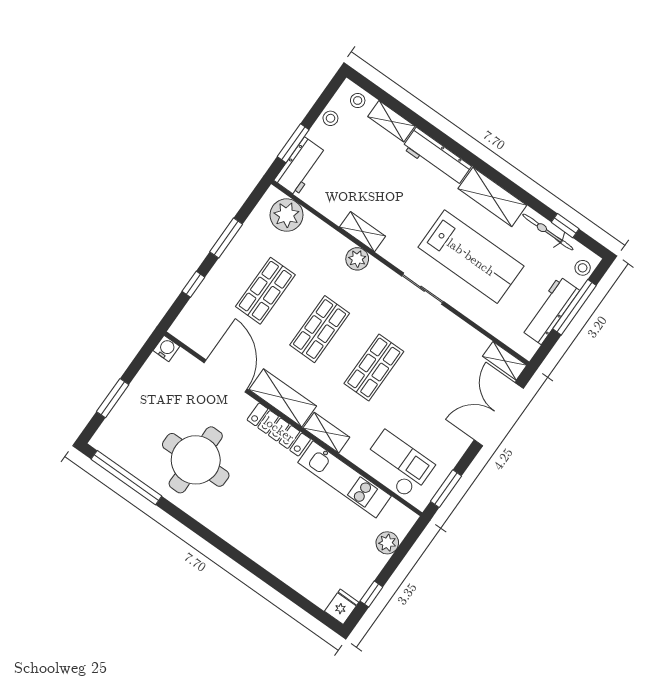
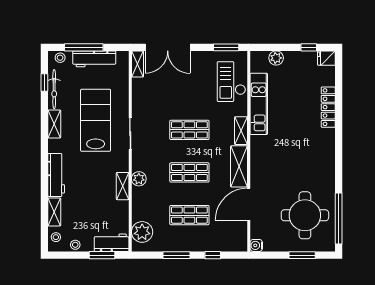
shelving: (492, 197) -> (54, 124), width x0.67, depth x0.75
locker: (279, 429) -> (328, 107), moved, turned 180
round table: (196, 460) -> (305, 215), moved

